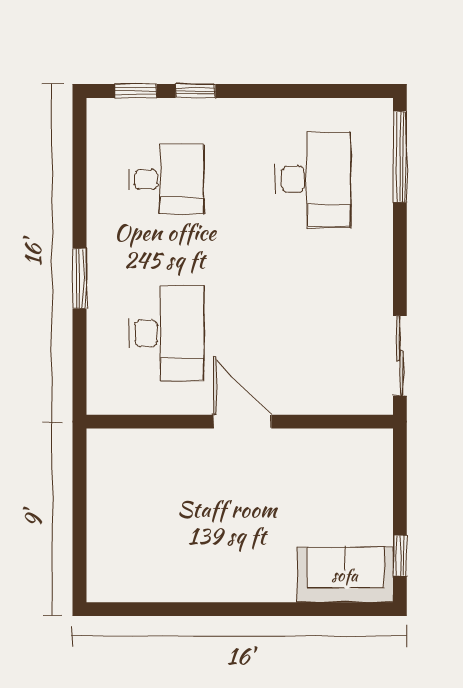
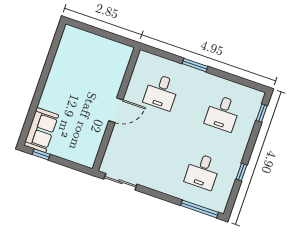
window: (196, 91) -> (241, 172), moved
desk: (313, 179) -> (202, 171), width x0.73
desk: (166, 333) -> (161, 92), width x0.73

